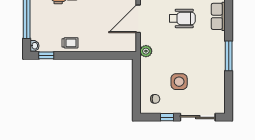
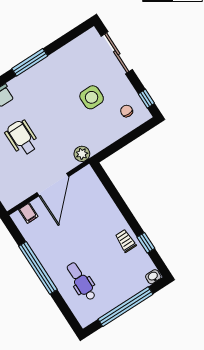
door: (138, 19) -> (53, 185), hinge flipped
window: (46, 55) -> (146, 243), moved
window: (167, 117) -> (146, 99), moved

